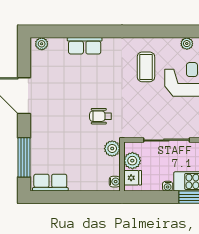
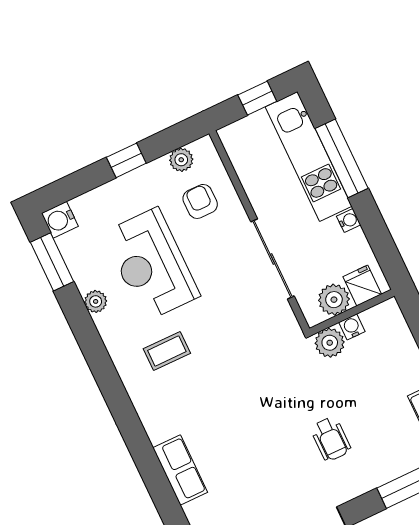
coffee table: (146, 67) -> (167, 351), width x0.73, depth x0.77
wheelchair: (101, 116) -> (331, 439), moved
water cooler: (115, 182) -> (352, 327), moved

